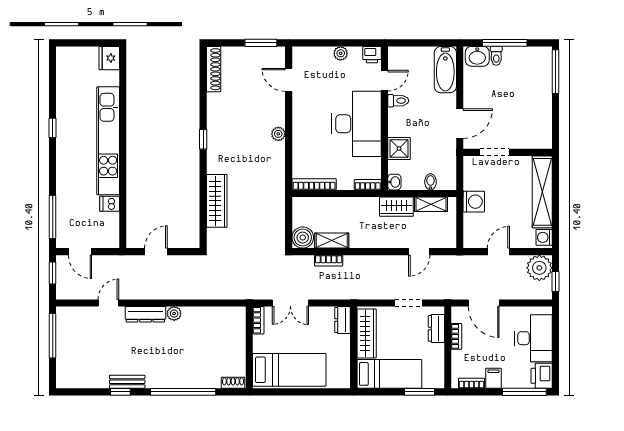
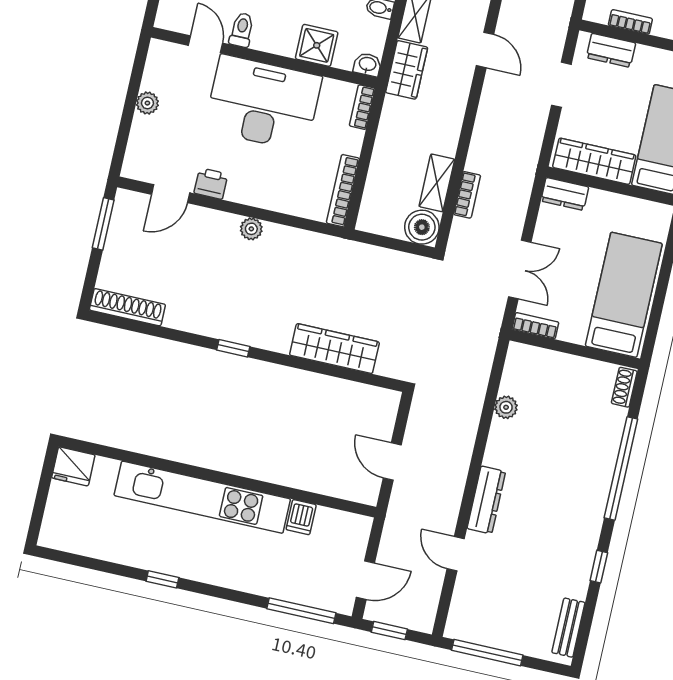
printer: (372, 55) -> (211, 184), moved, turned -90
plant: (174, 314) -> (506, 407), moved
bench: (127, 382) -> (568, 628), moved

